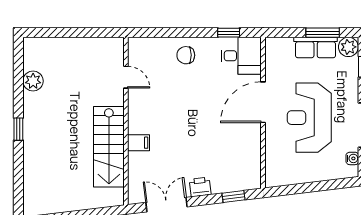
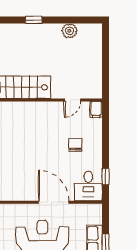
chair: (186, 55) -> (75, 145), moved
filing cabinet: (139, 143) -> (96, 109), moved

